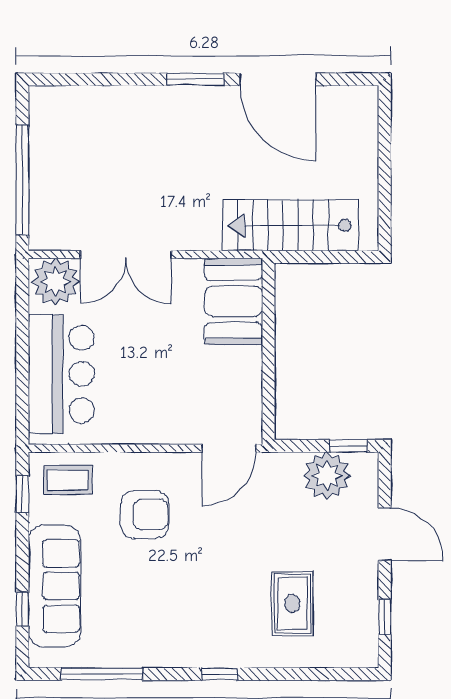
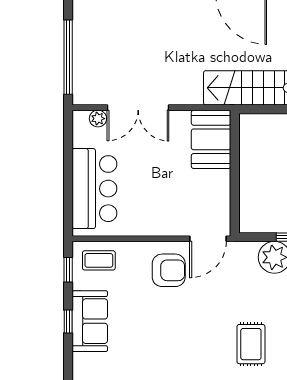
plant: (56, 282) -> (98, 119), width x0.53, depth x0.53
armchair: (145, 514) -> (169, 270), moved
sofa: (54, 586) -> (90, 321), width x0.73
window: (22, 609) -> (68, 321), moved

